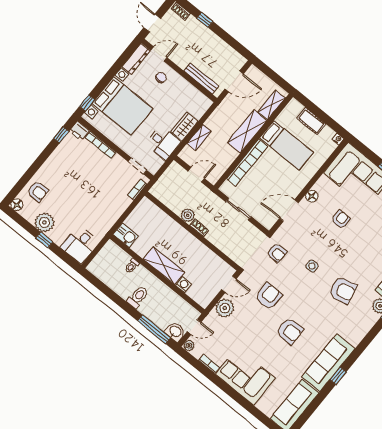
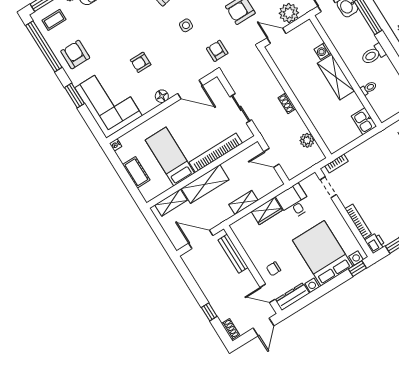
shelving: (199, 137) -> (243, 202), moved
plant: (188, 215) -> (307, 140), moved

